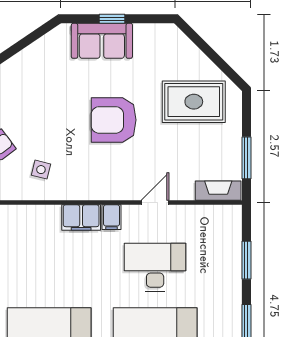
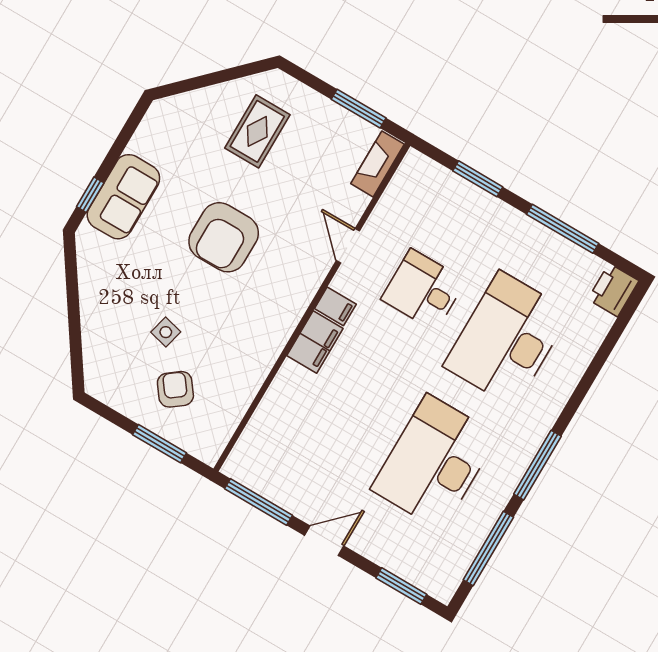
window: (112, 19) -> (90, 195), moved
rug: (194, 102) -> (257, 131), width x0.73, depth x0.70
side table: (41, 170) -> (166, 332), moved
desk: (155, 267) -> (423, 290), width x0.73

